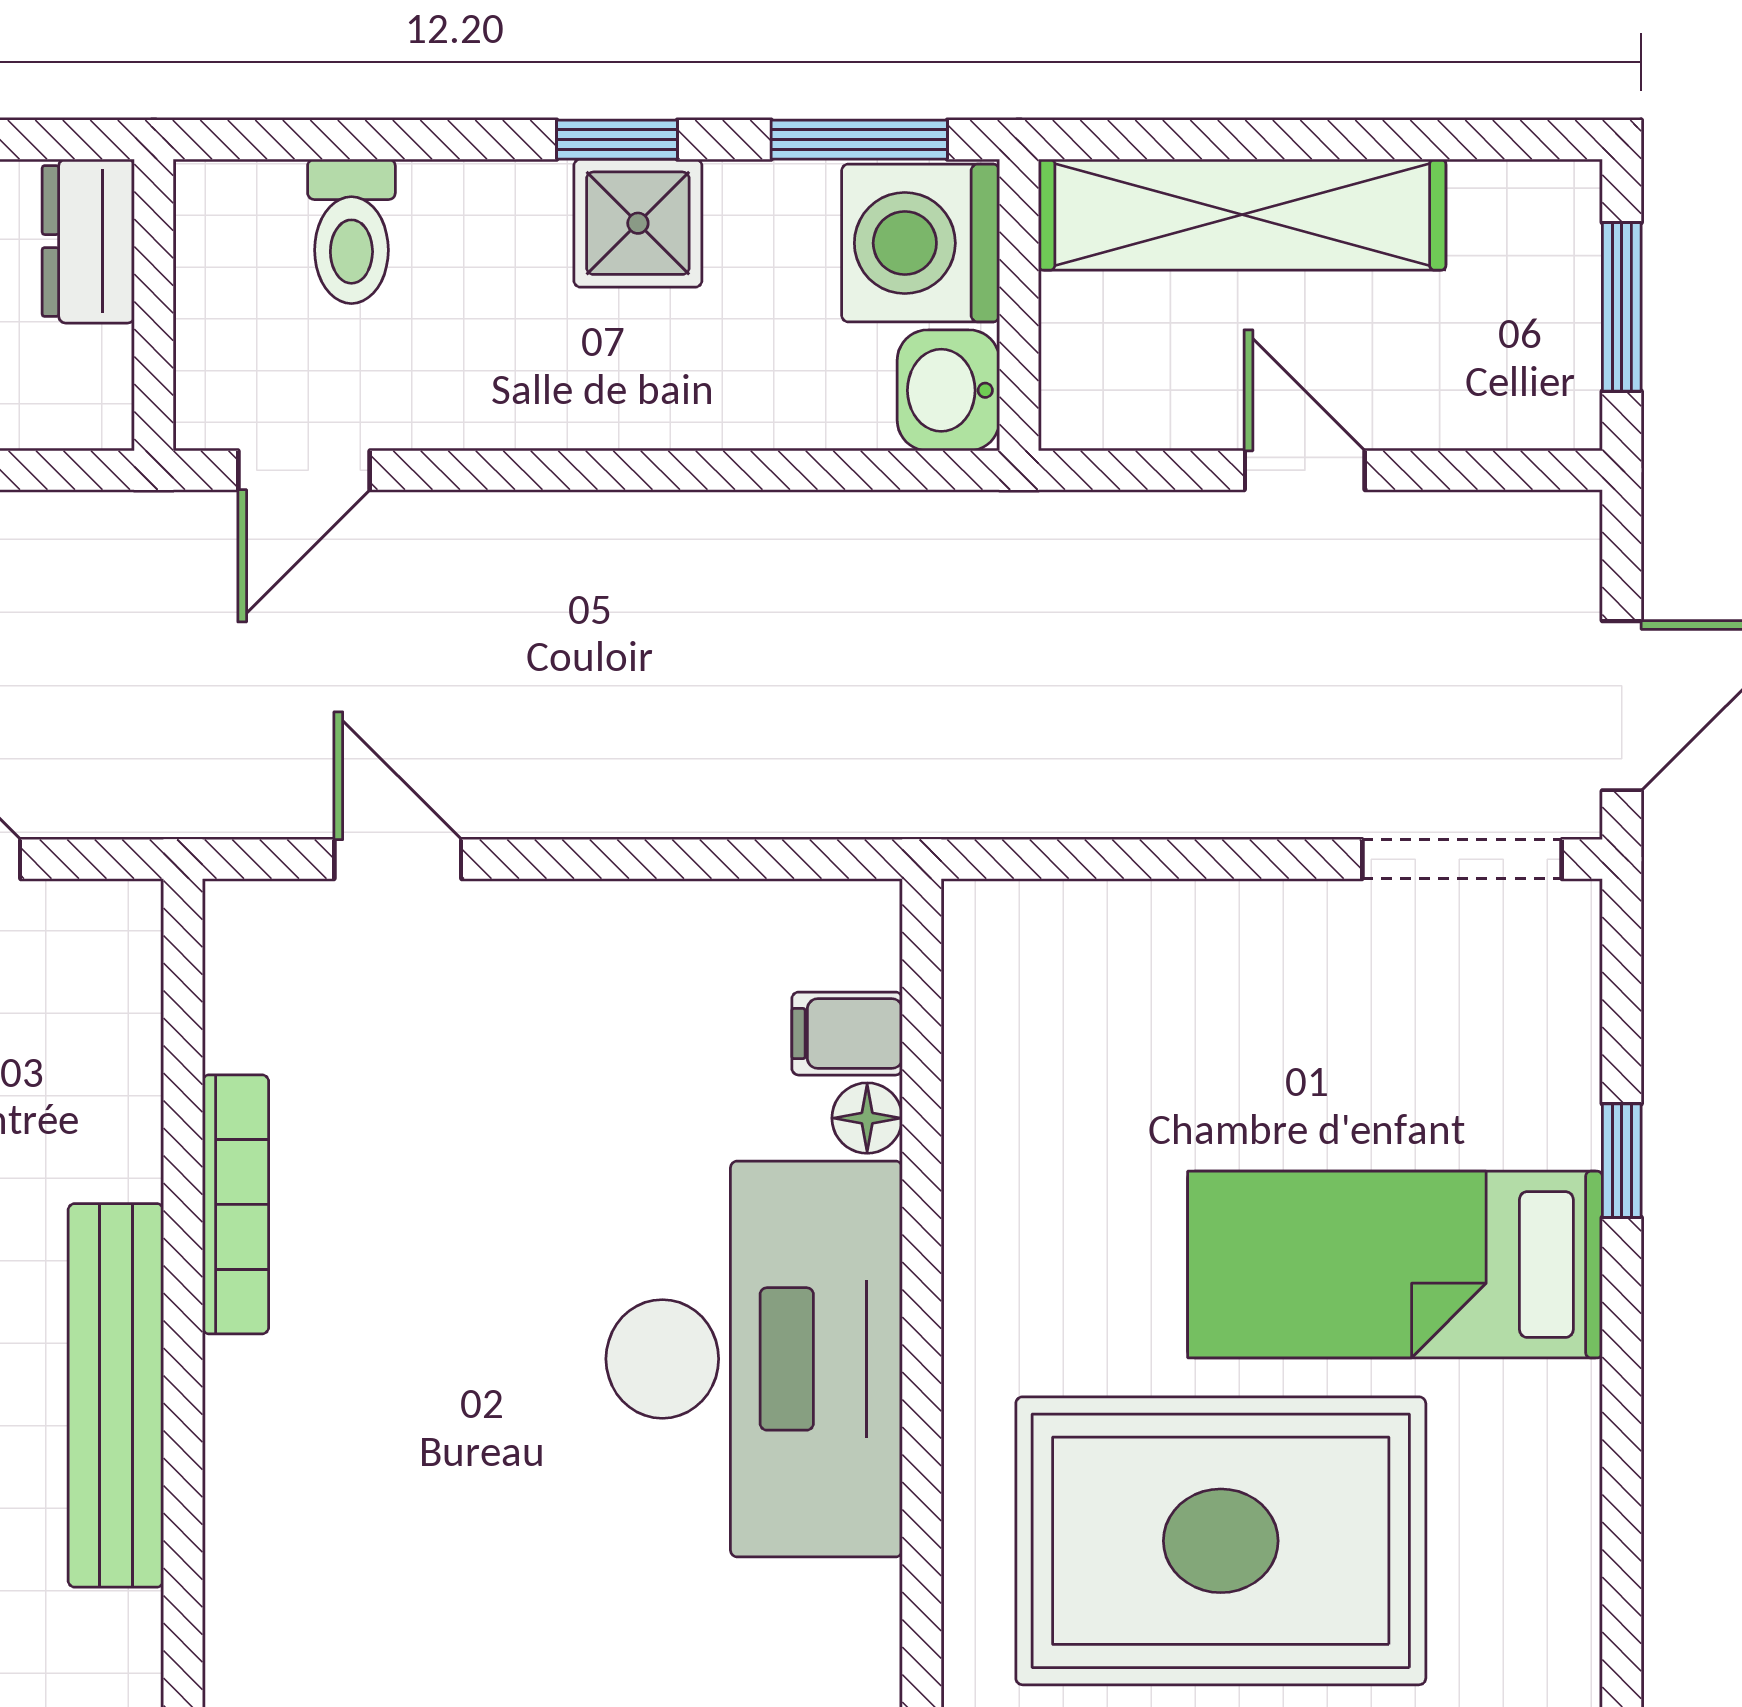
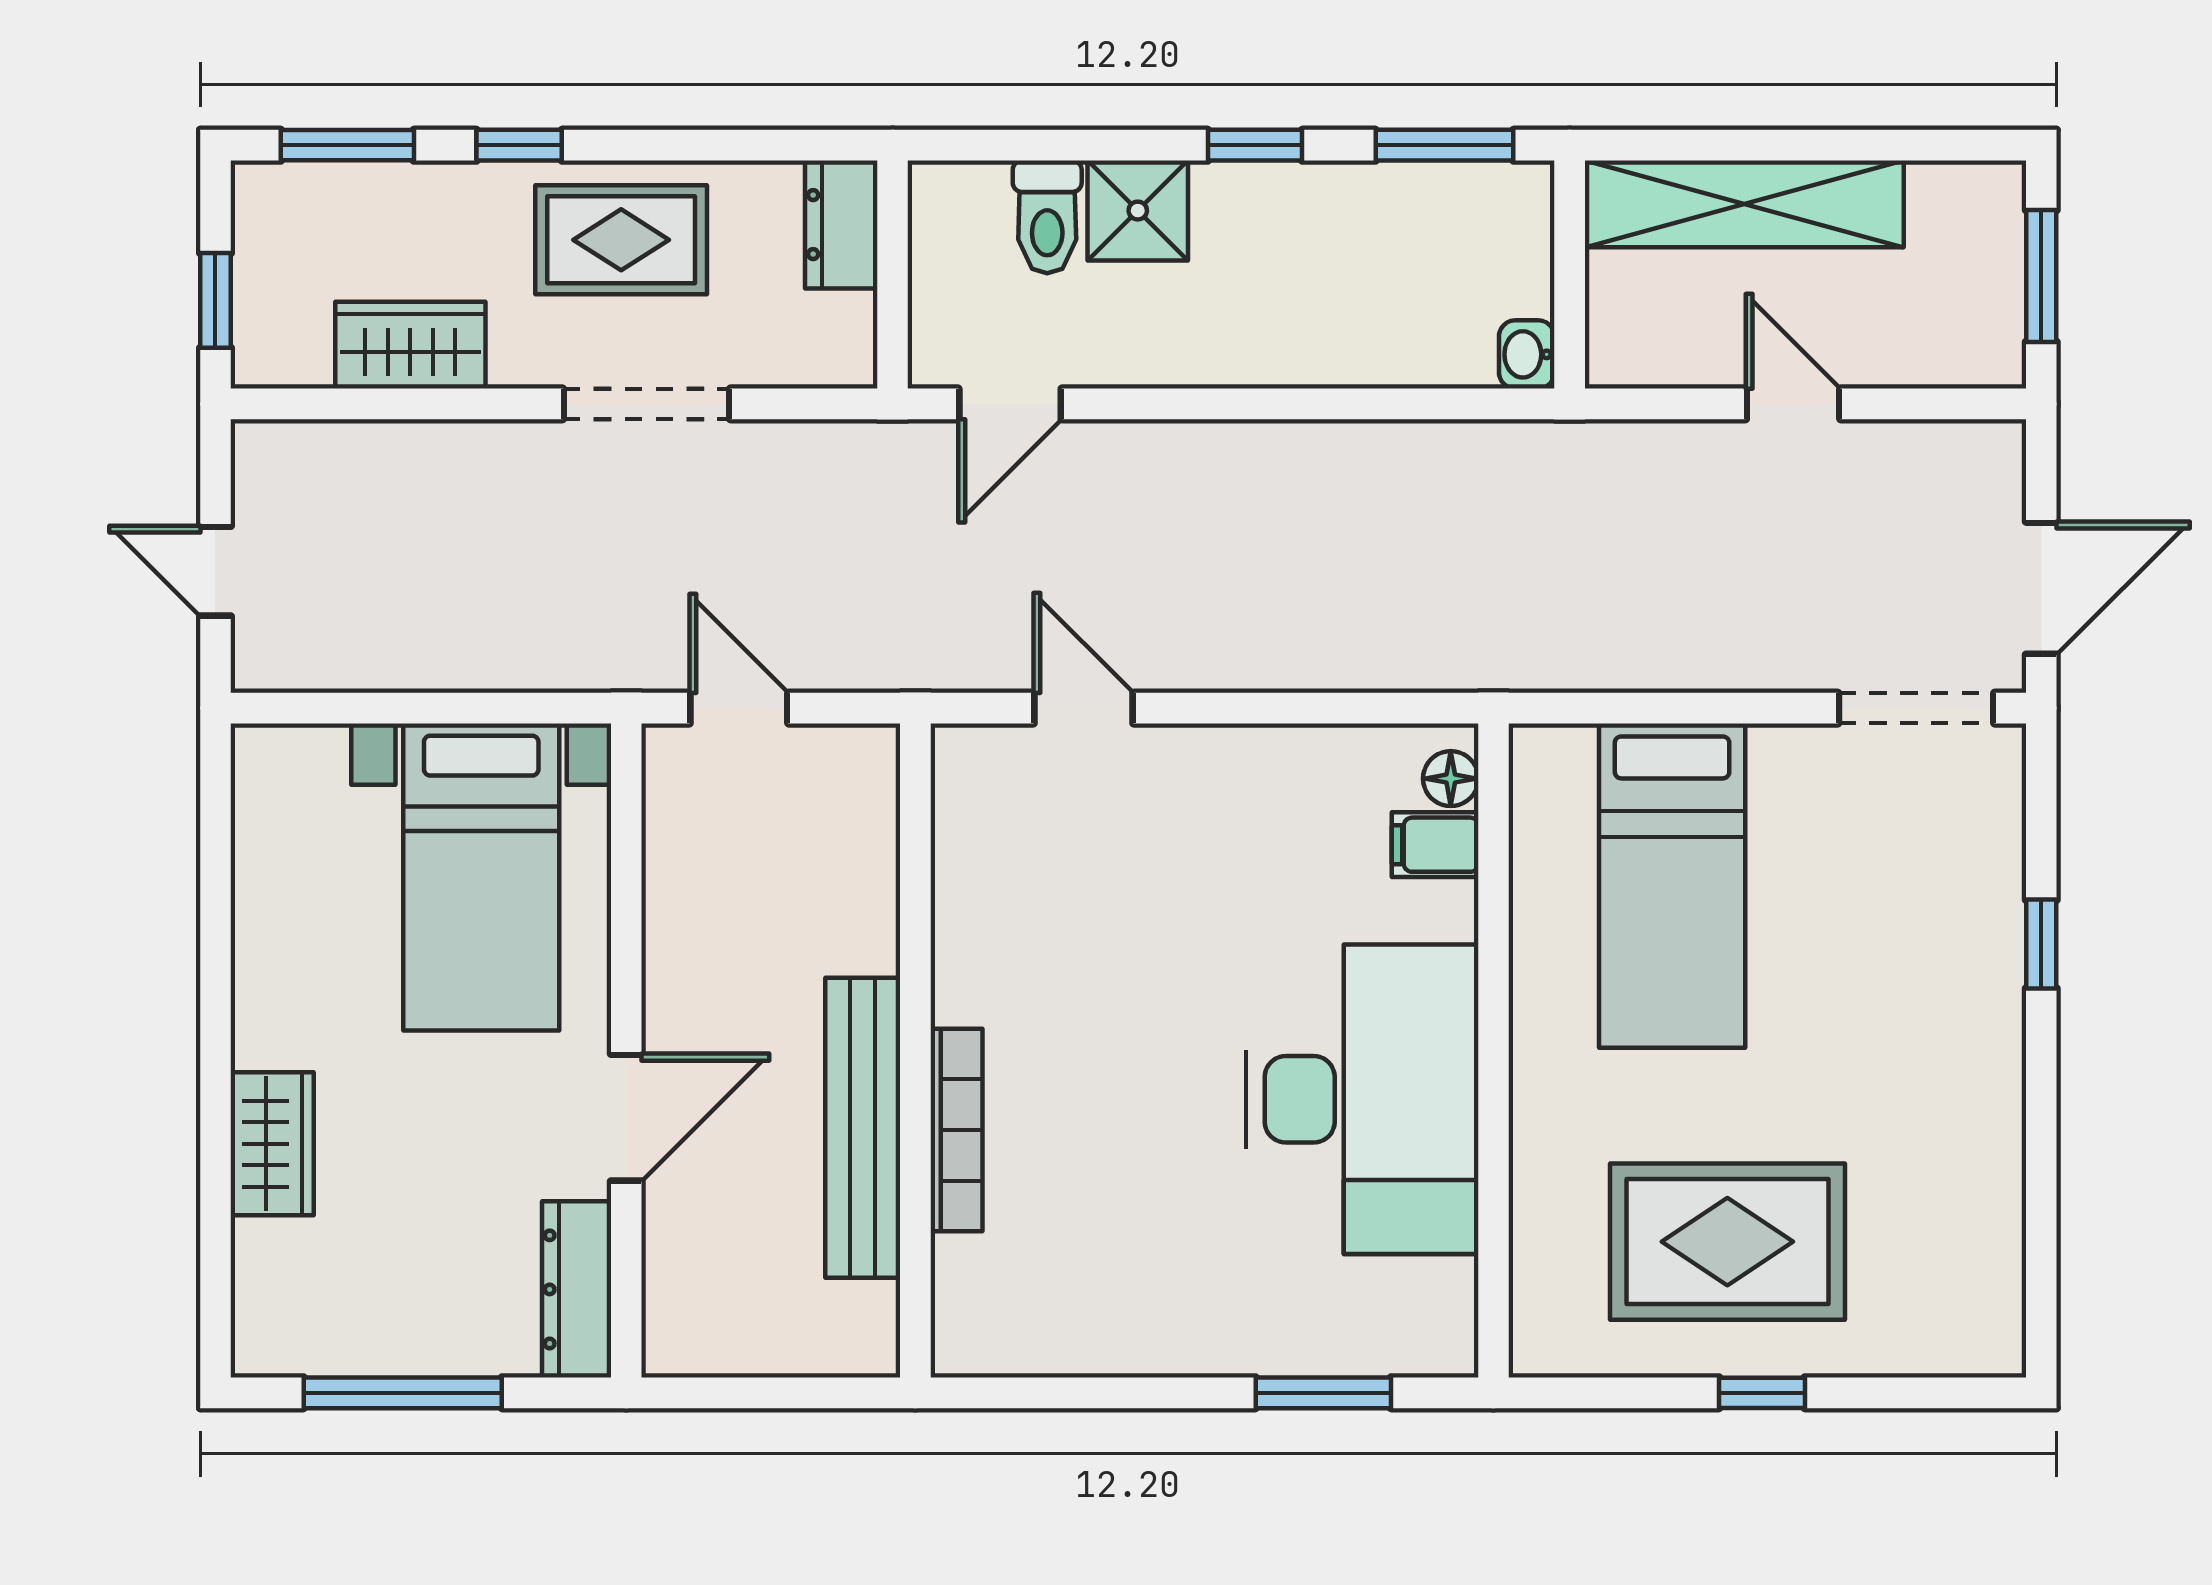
shower: (638, 223) -> (1138, 211), moved
washing machine: (921, 243) -> (1493, 226), removed
washbasin: (948, 390) -> (1527, 354), width x0.72, depth x0.69
floor lamp: (867, 1118) -> (1451, 779), moved
bookcase: (236, 1204) -> (957, 1130), moved
bed: (1395, 1265) -> (1672, 886), moved, turned -90
rug: (1221, 1541) -> (1727, 1242), width x0.73, depth x0.69

